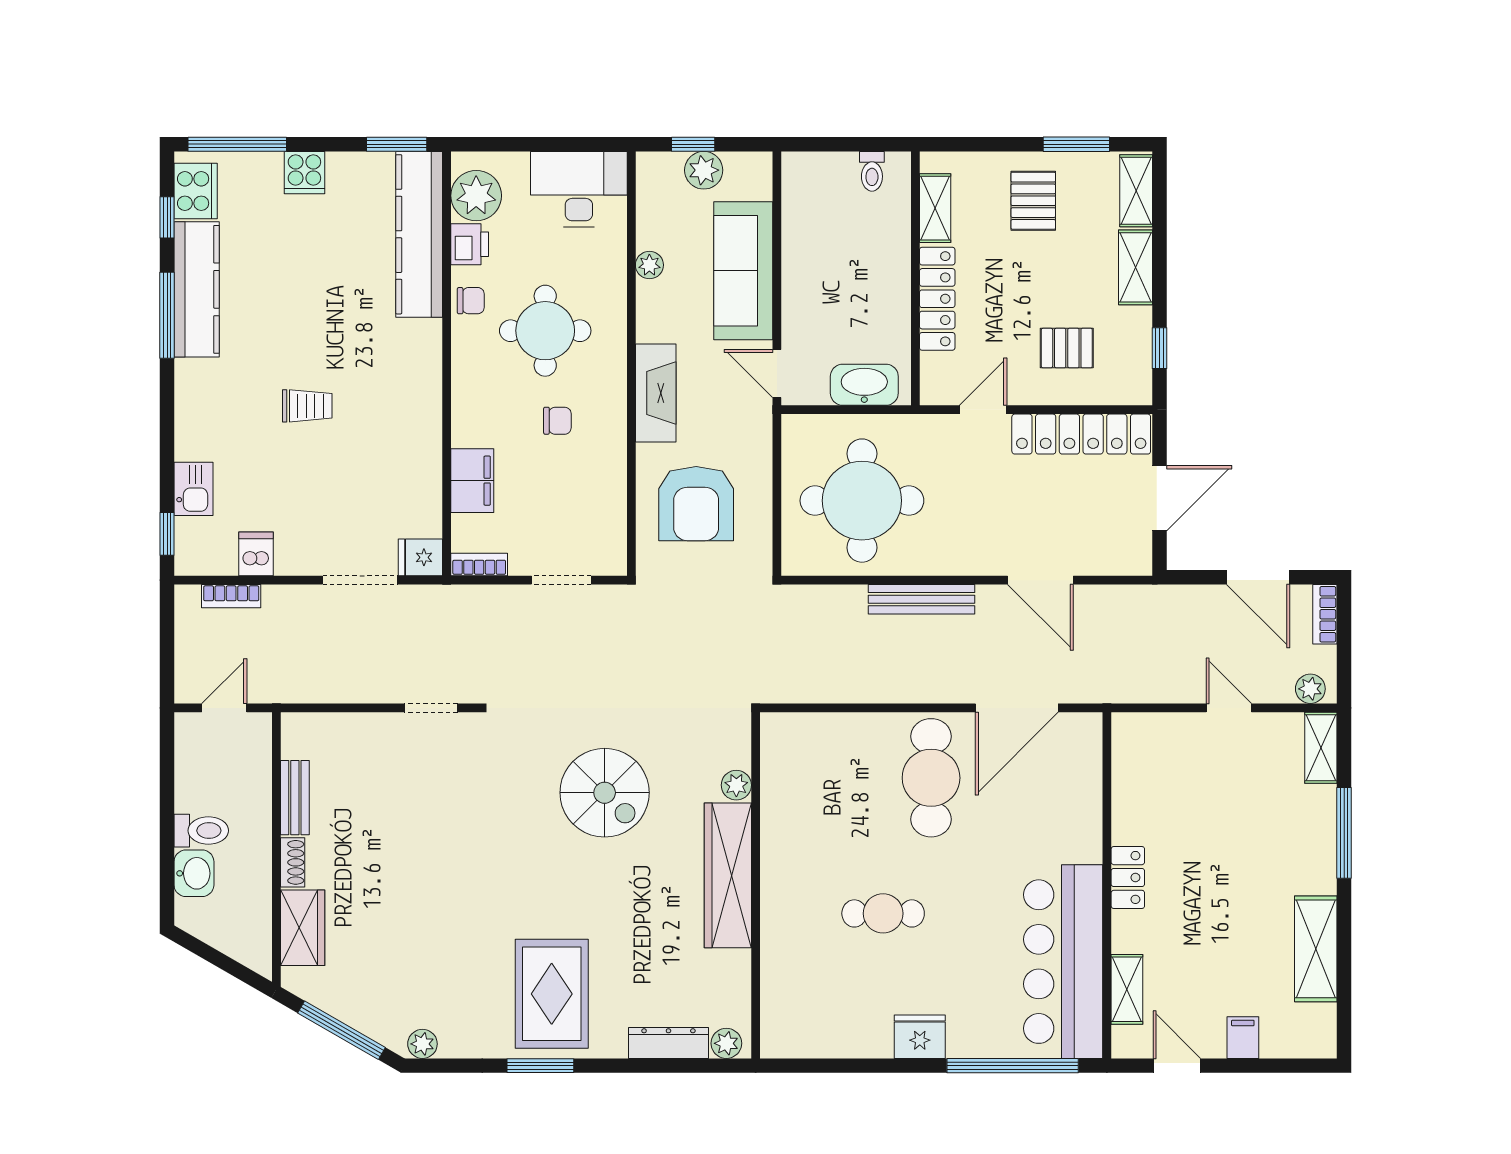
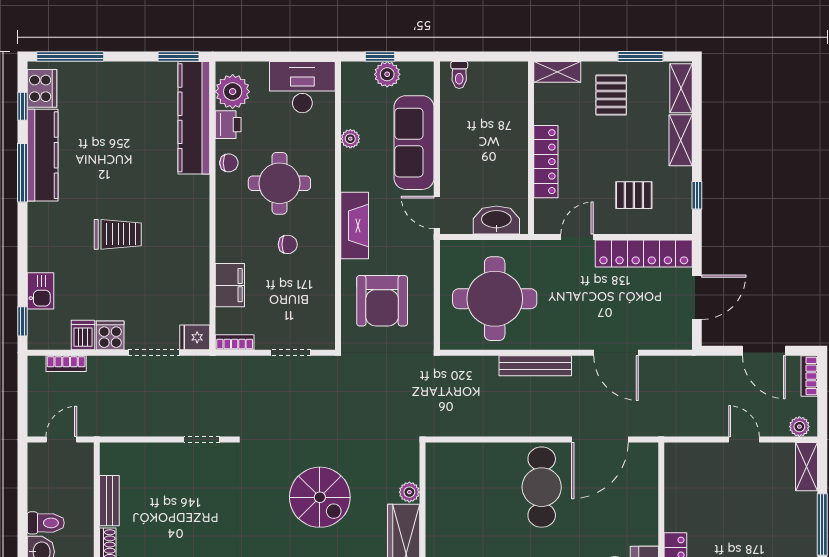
toilet: (872, 171) -> (459, 75), moved
cooker: (304, 173) -> (110, 335), moved, turned 180
shelving: (935, 208) -> (557, 72), moved, turned 90
trolley: (307, 406) -> (118, 234), width x1.36, depth x1.39

